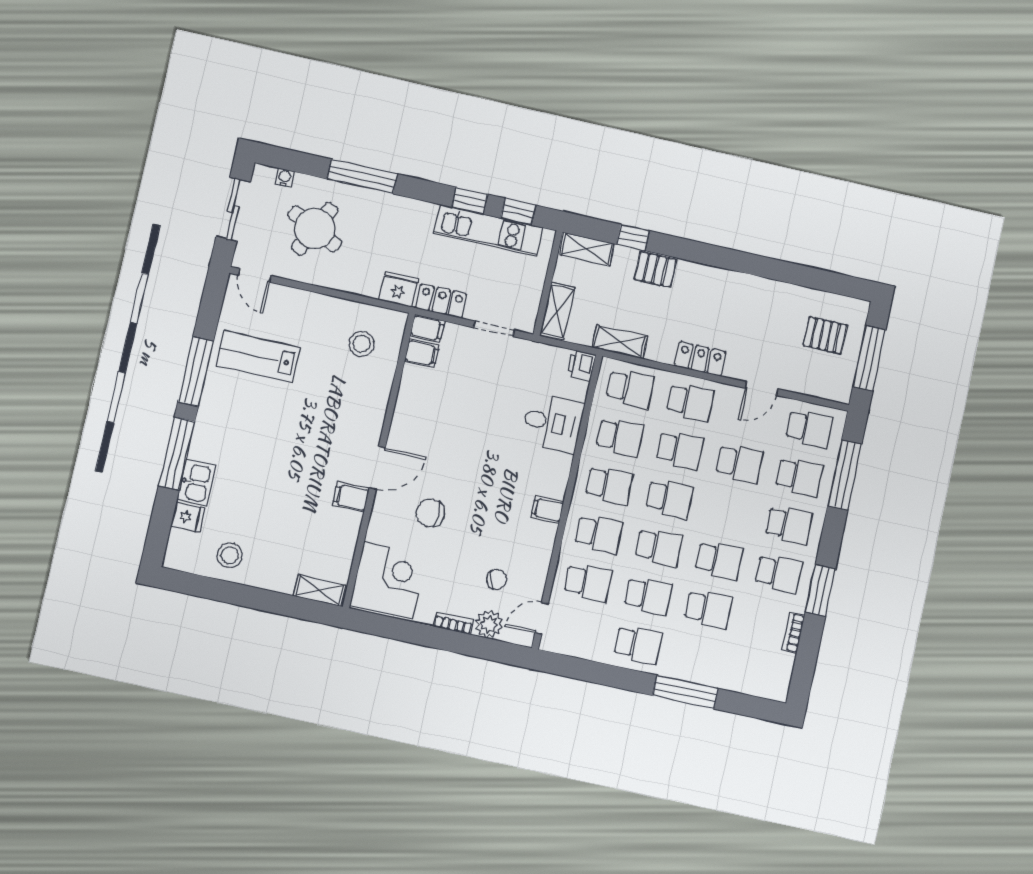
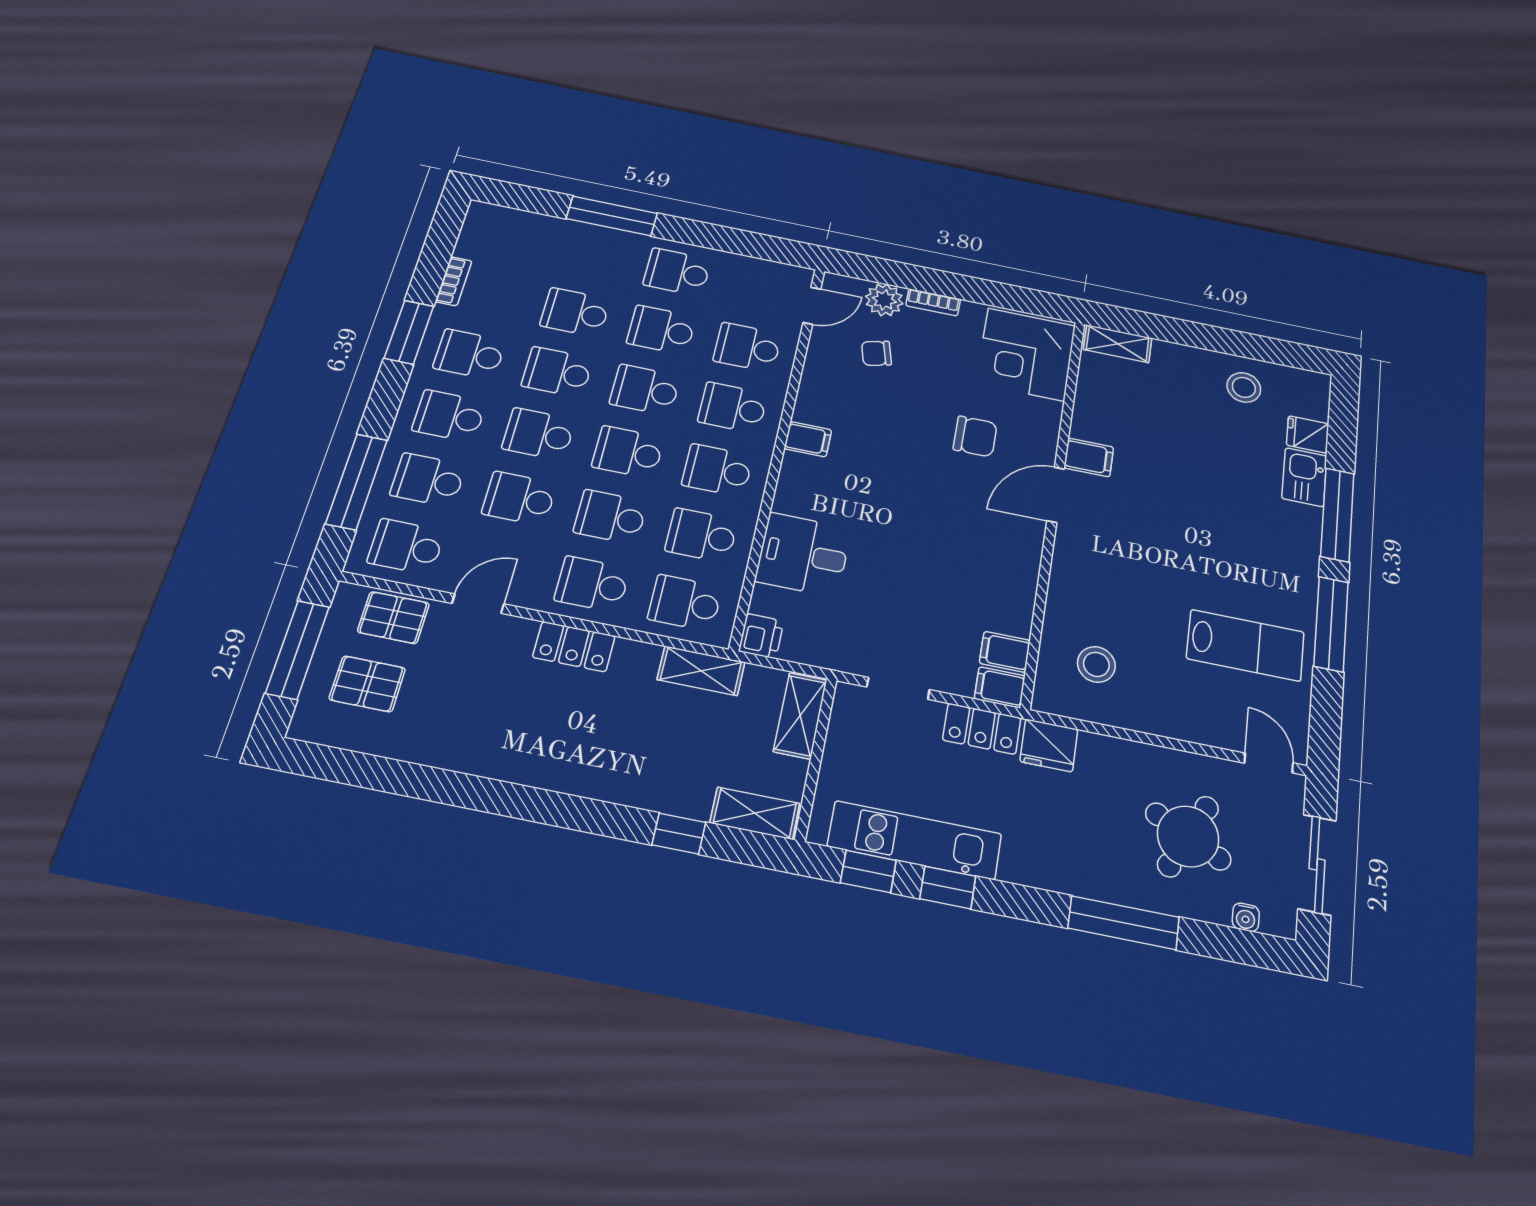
pallet: (655, 269) -> (393, 618), moved
school desk: (729, 512) -> (539, 434), added

